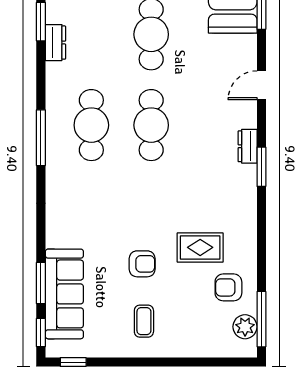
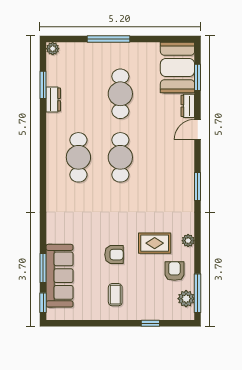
window: (41, 138) -> (43, 166), removed
dresser: (248, 146) -> (188, 106), moved
plant: (248, 244) -> (188, 241), added
armchair: (228, 287) -> (174, 271), turned 90
window: (73, 362) -> (150, 323), moved

